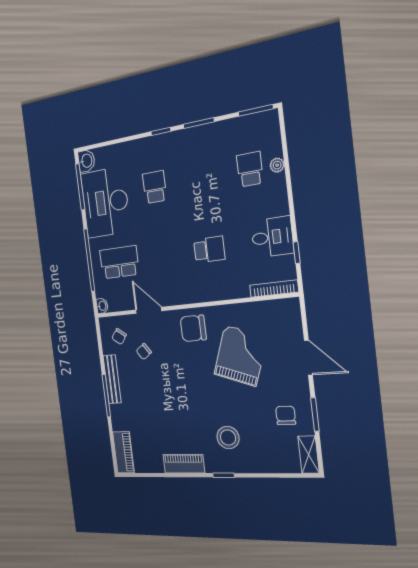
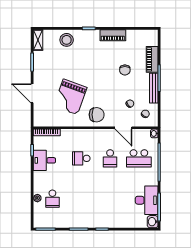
school desk: (155, 187) -> (110, 158), moved
desk: (105, 202) -> (147, 200), width x0.73, depth x0.77
chair: (286, 415) -> (125, 70), moved
stool: (228, 437) -> (67, 40), moved
piano: (123, 452) -> (152, 59), moved

